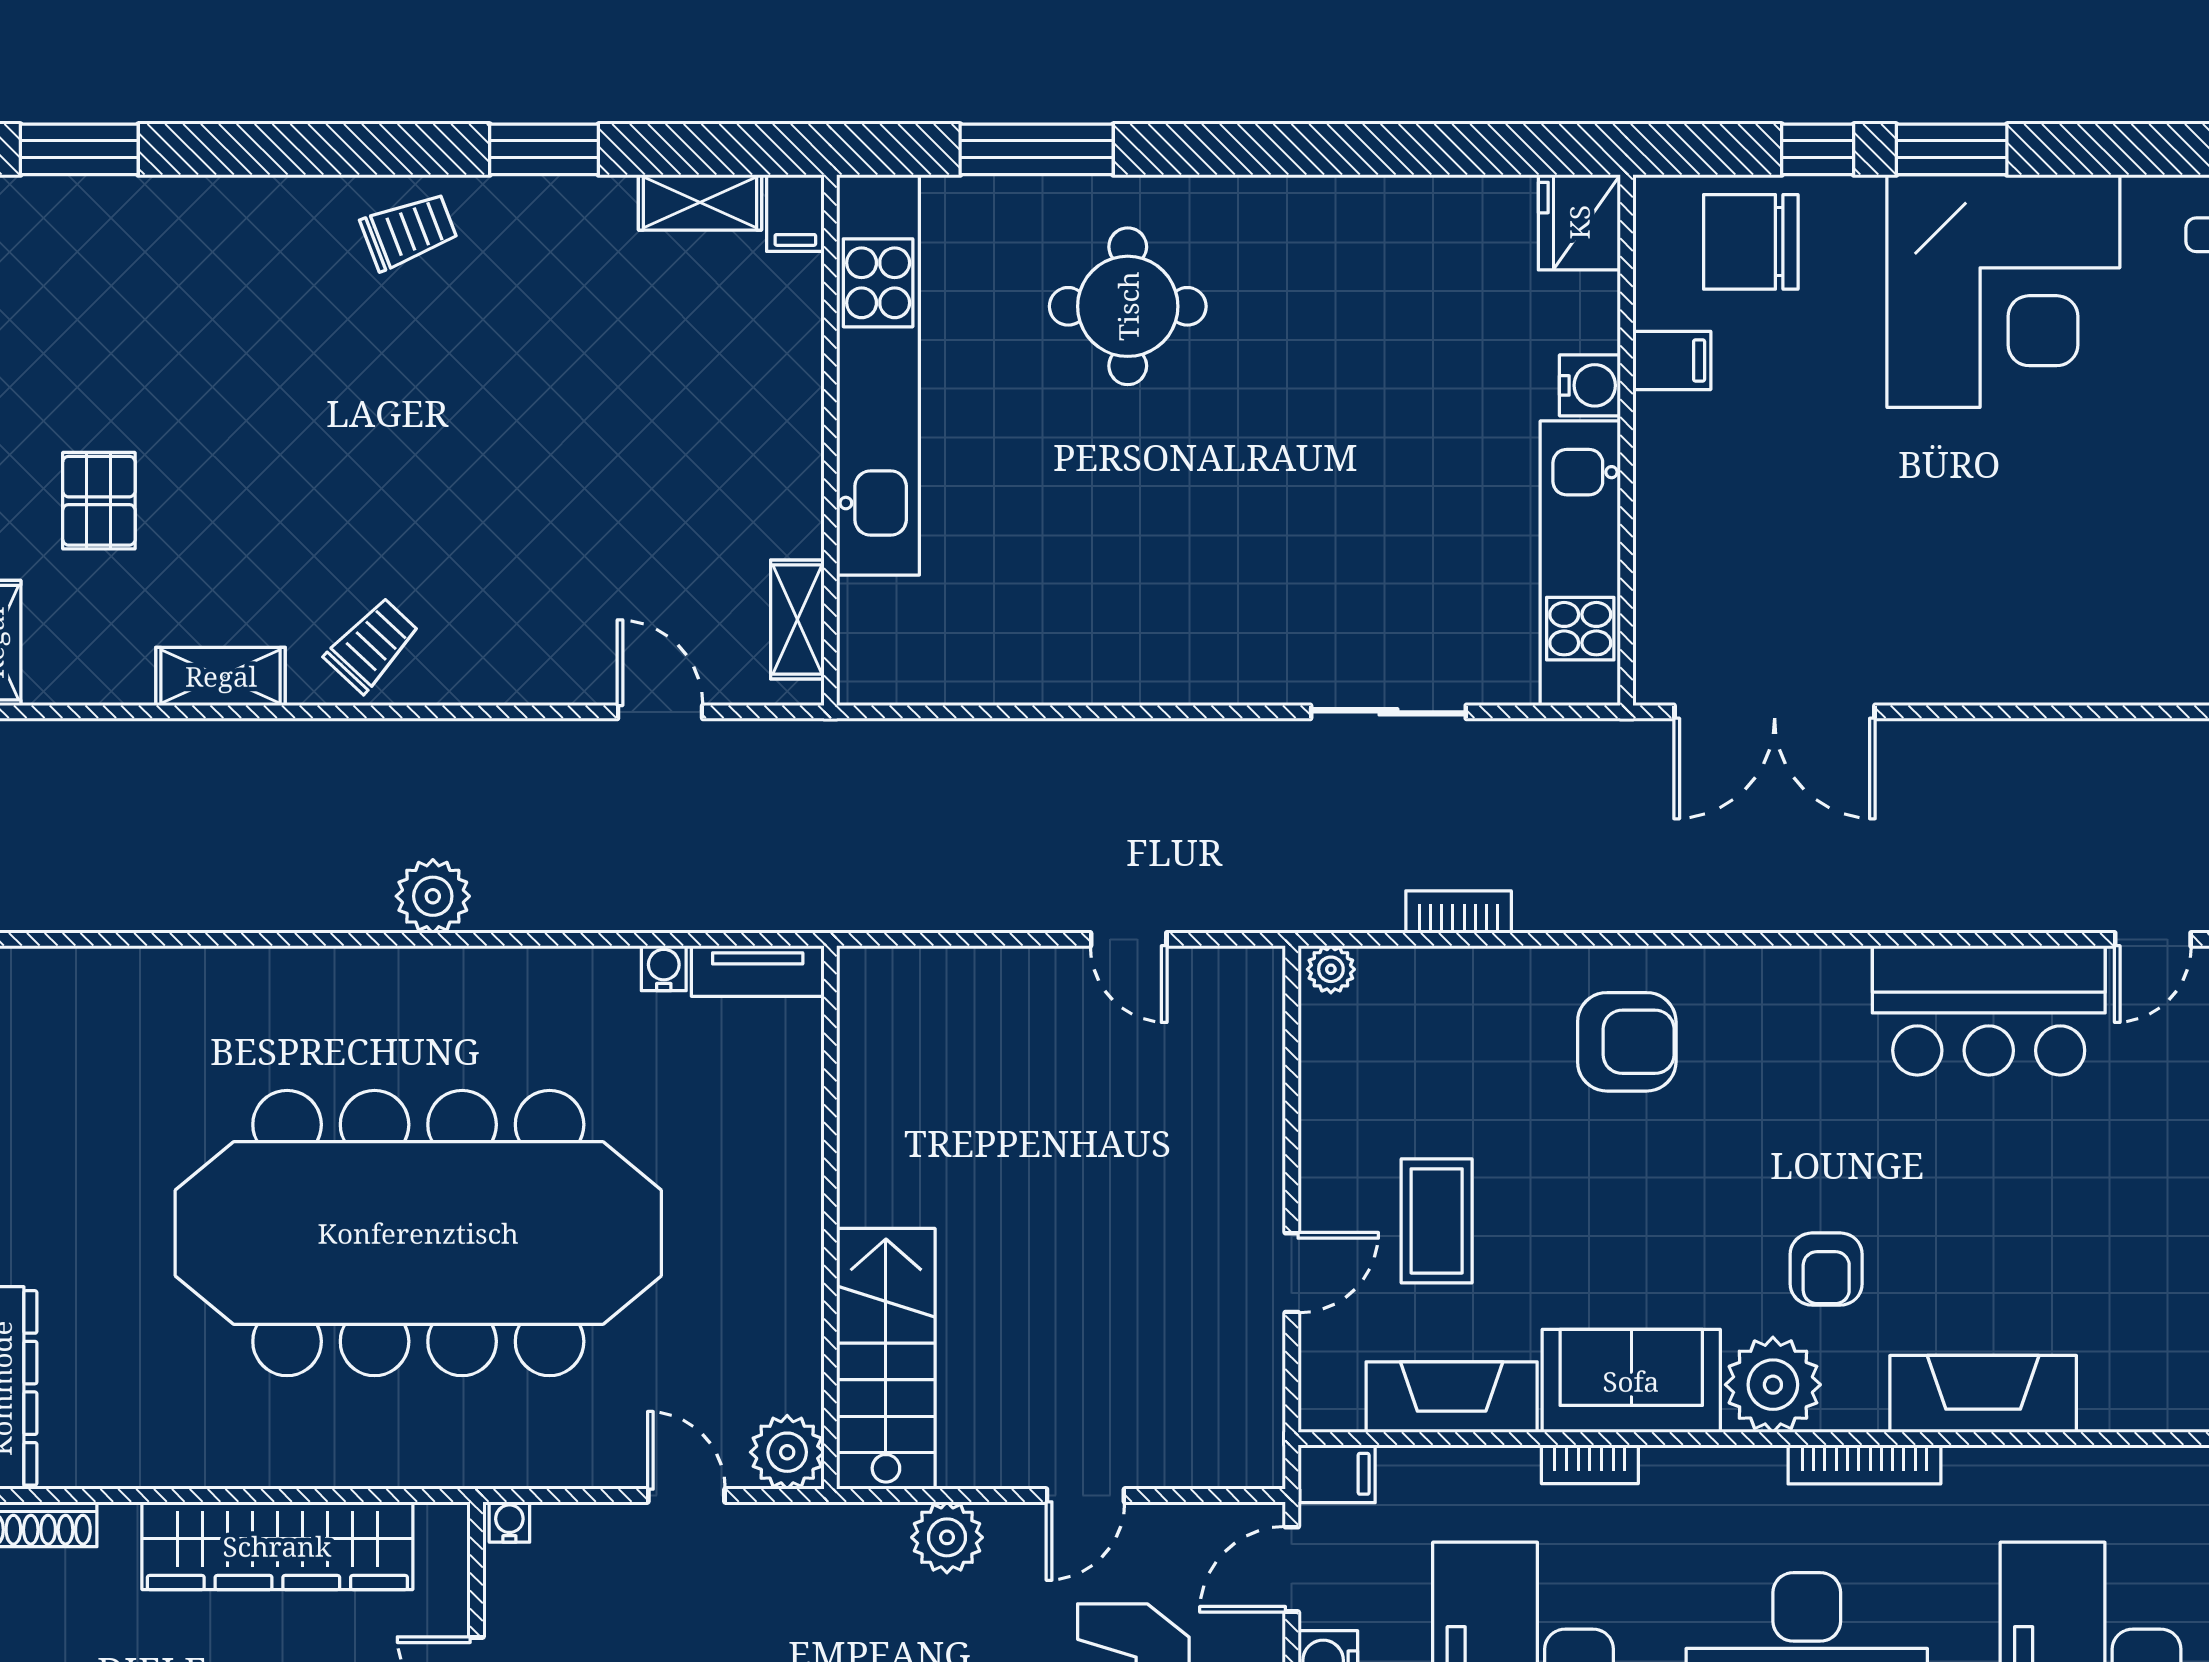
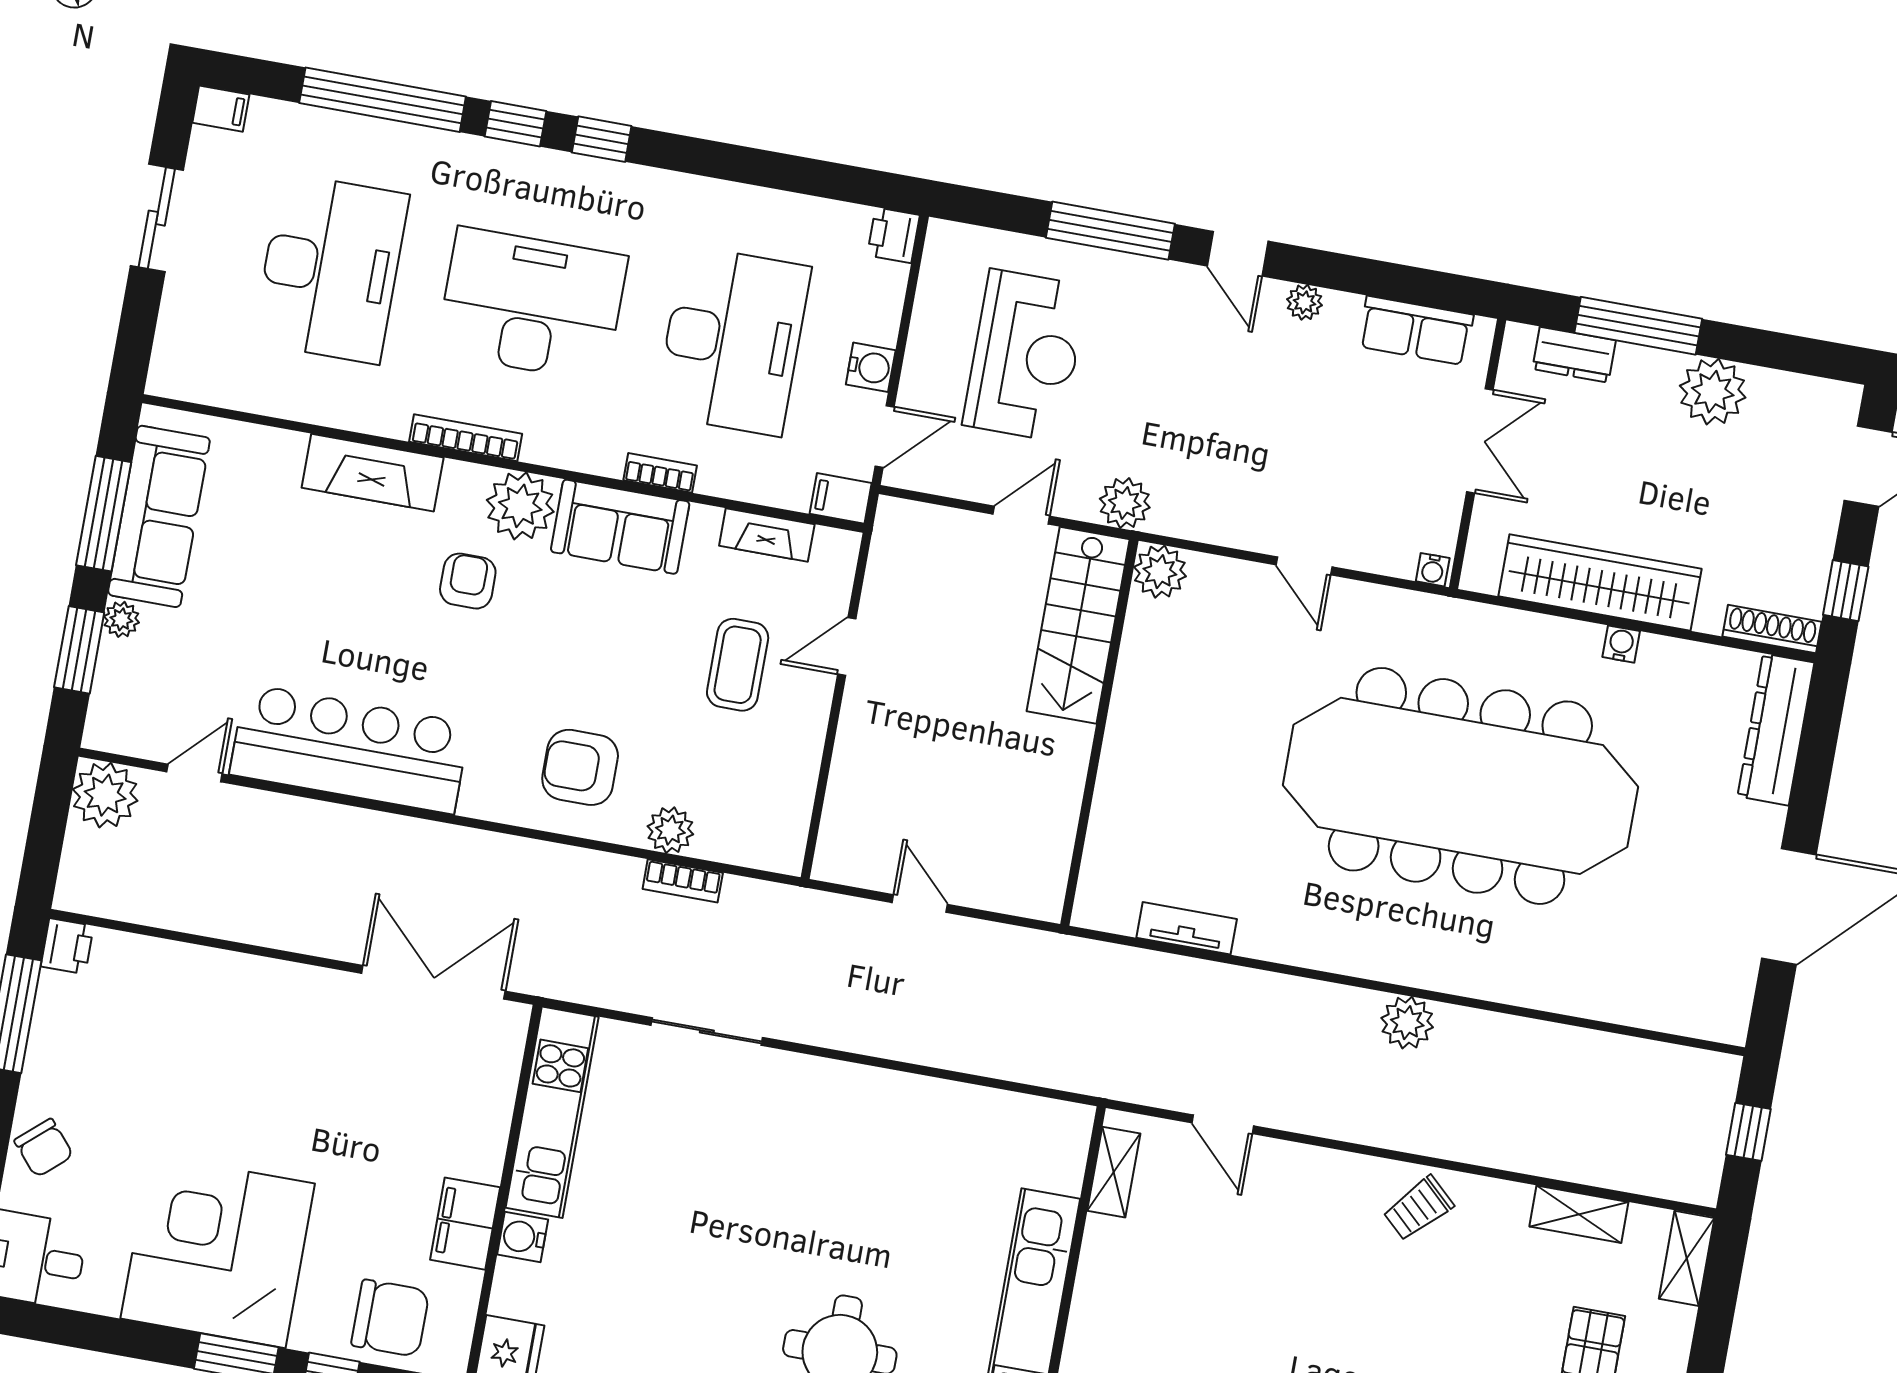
filing cabinet: (1672, 360) -> (465, 1224), width x2.00
shelving: (221, 676) -> (1579, 1214), moved
water cooler: (664, 968) -> (1621, 644), moved, turned 180
plant: (1331, 969) -> (670, 830), moved, width x1.38, depth x1.38
bar counter: (1989, 1010) -> (350, 749), width x1.36
wall: (830, 1217) -> (1099, 732), moved
stairs: (886, 1359) -> (1078, 625), moved
fireplace: (1452, 1397) -> (767, 535), width x0.73, depth x0.76
plant: (787, 1452) -> (1160, 572), moved

